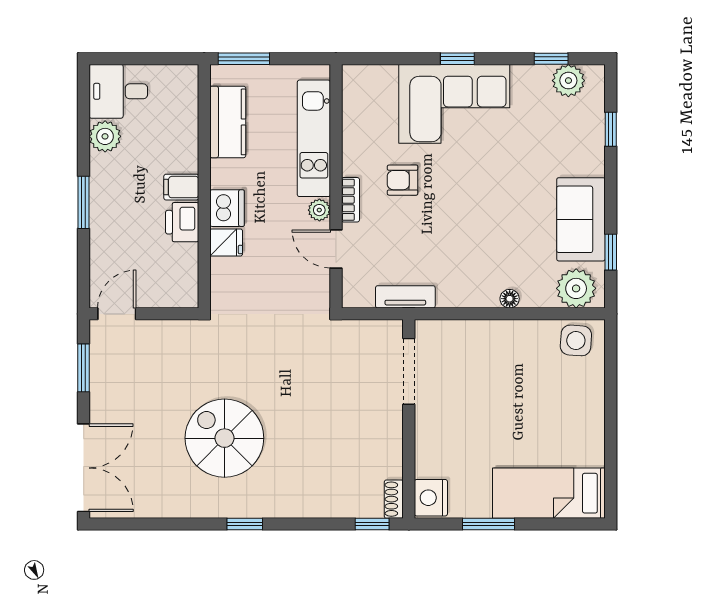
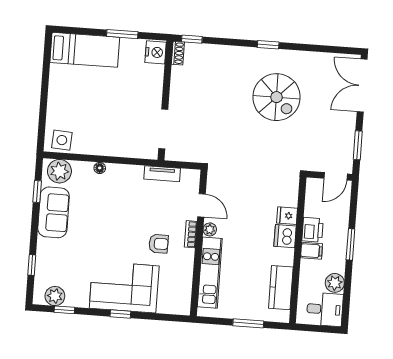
kitchen counter: (228, 122) -> (281, 288), moved
wall: (204, 186) -> (298, 250), moved
filing cabinet: (181, 187) -> (312, 251), moved
dishwasher: (227, 208) -> (285, 236), moved
printer: (182, 222) -> (313, 230), moved
fridge: (226, 242) -> (287, 216), moved

